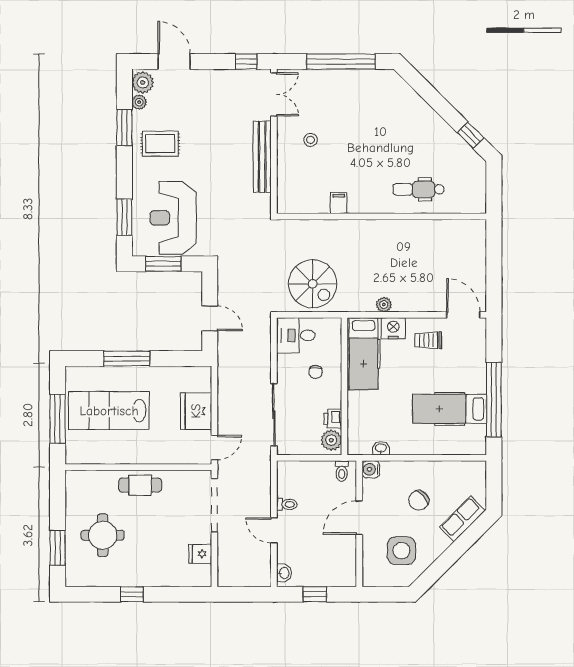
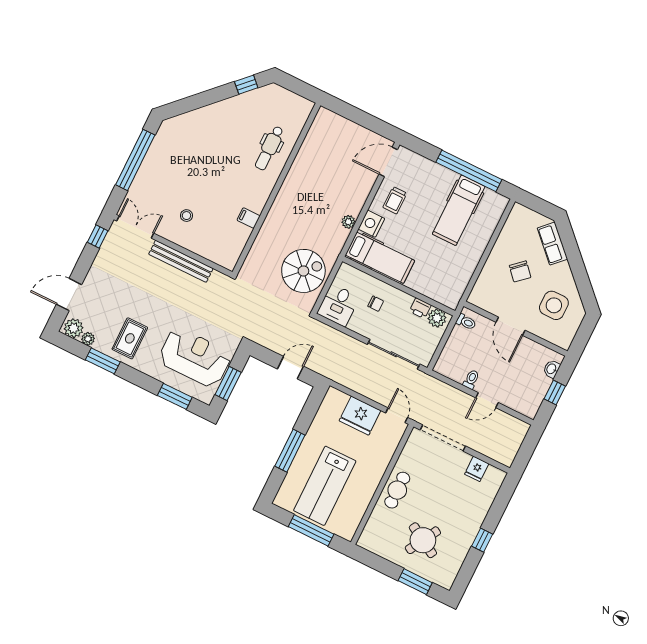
reception desk: (173, 218) -> (195, 357), turned 180
washbasin: (381, 448) -> (463, 281), removed
water cooler: (371, 469) -> (476, 298), removed
round table: (103, 535) -> (423, 540), turned 30
washbasin: (284, 573) -> (552, 369), moved, turned -90

